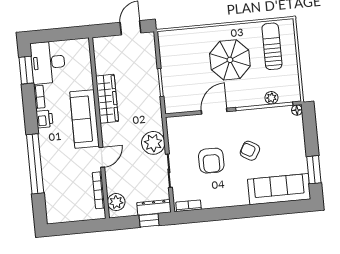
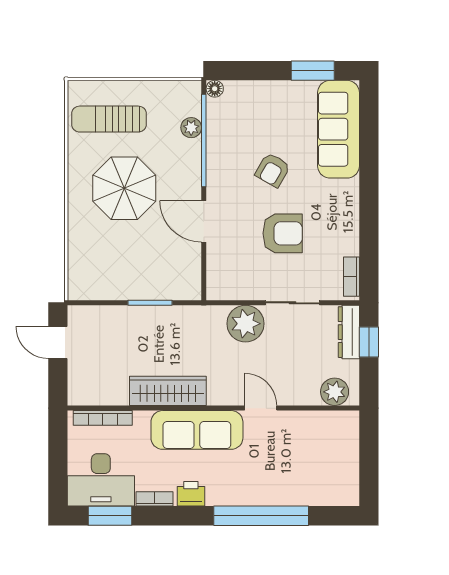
bookcase: (99, 190) -> (103, 418), moved

